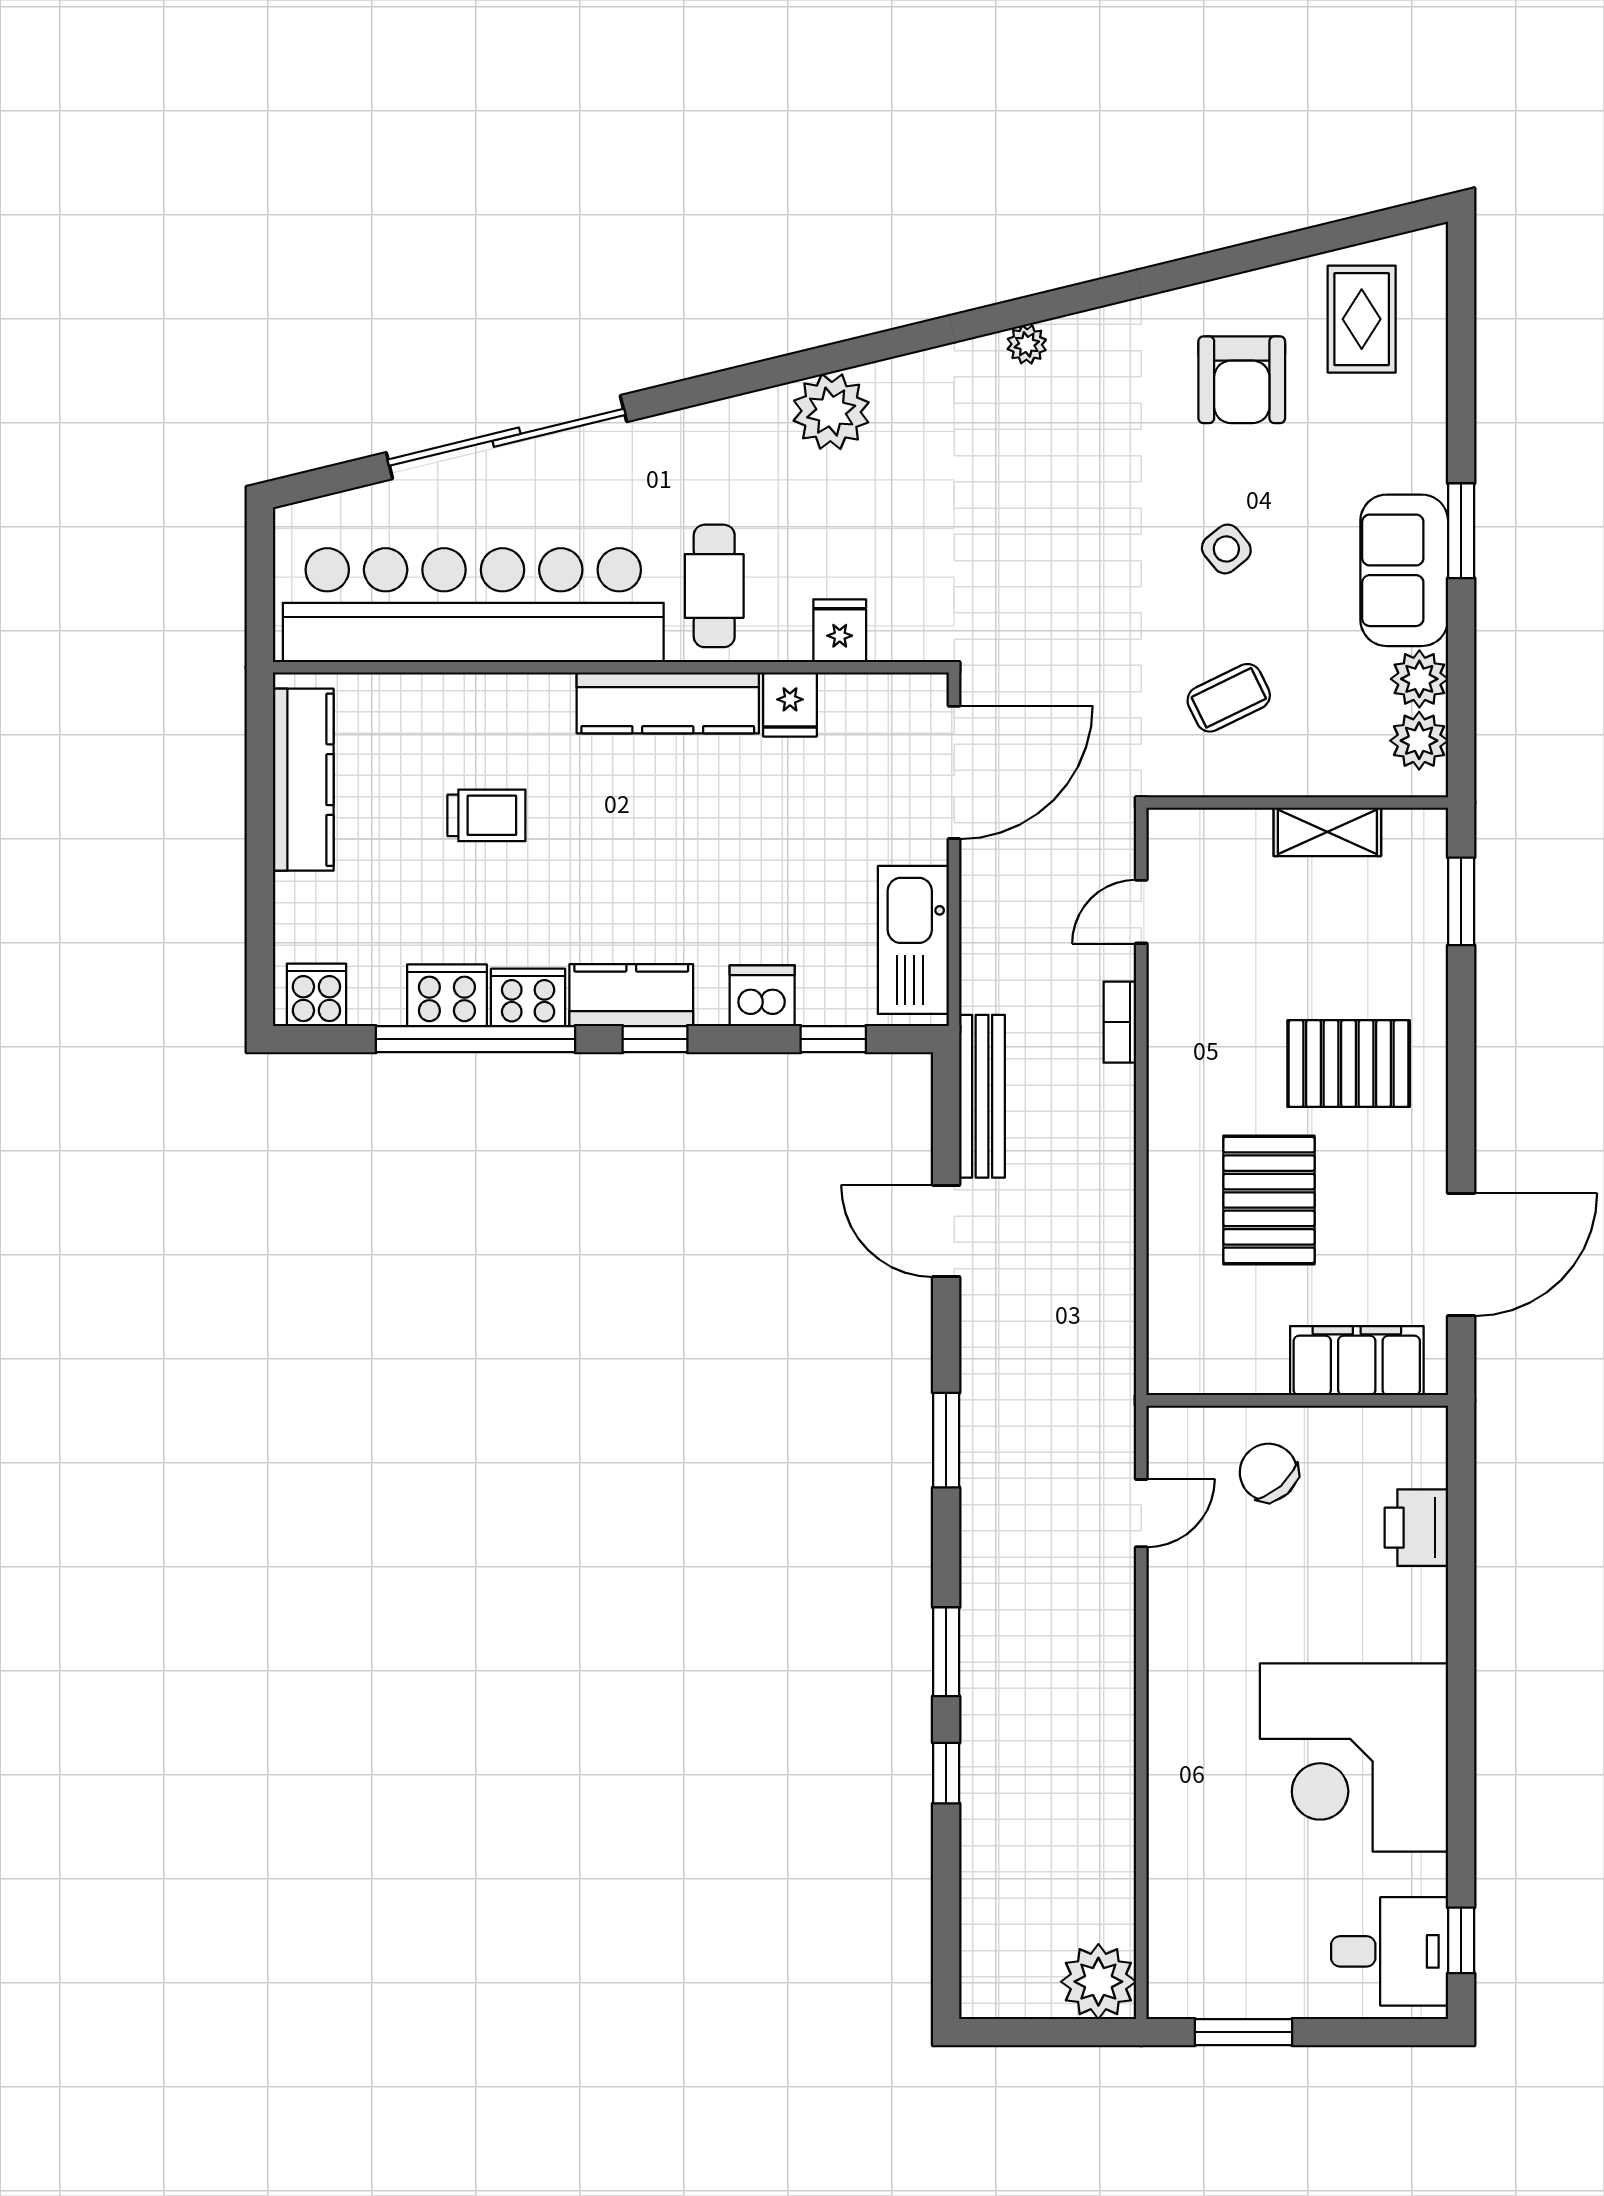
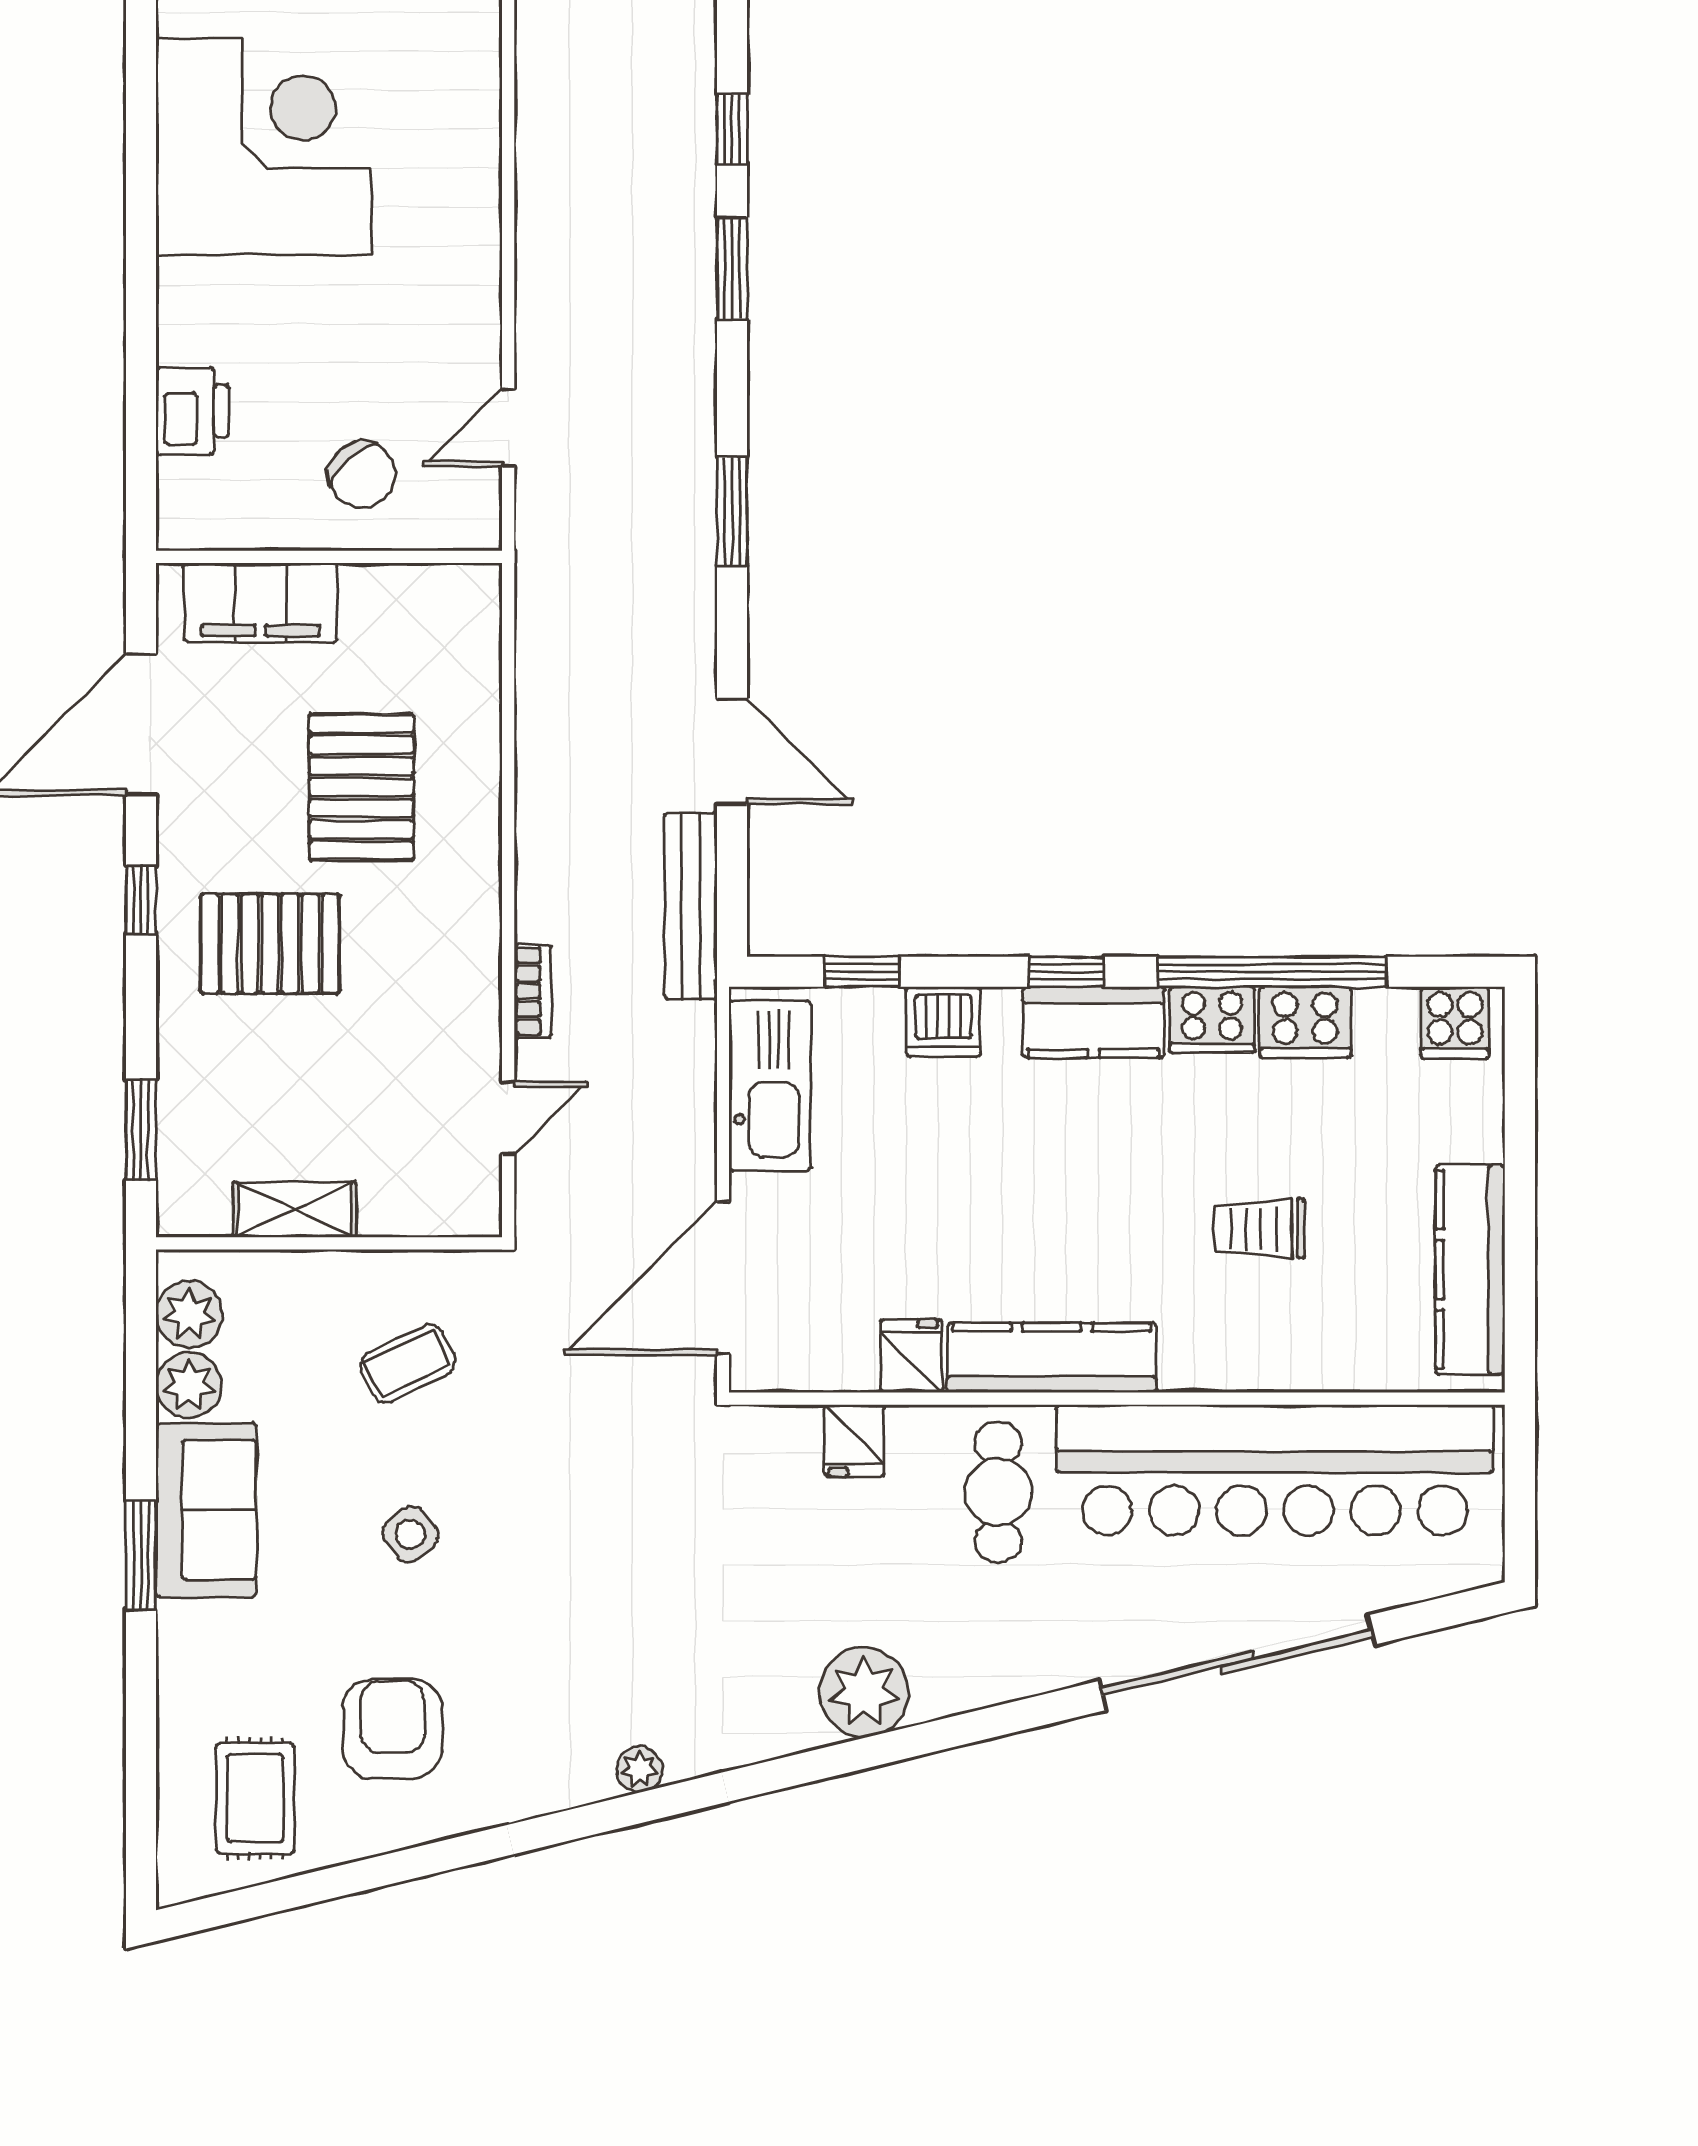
window: (1461, 1102) -> (141, 900), added

